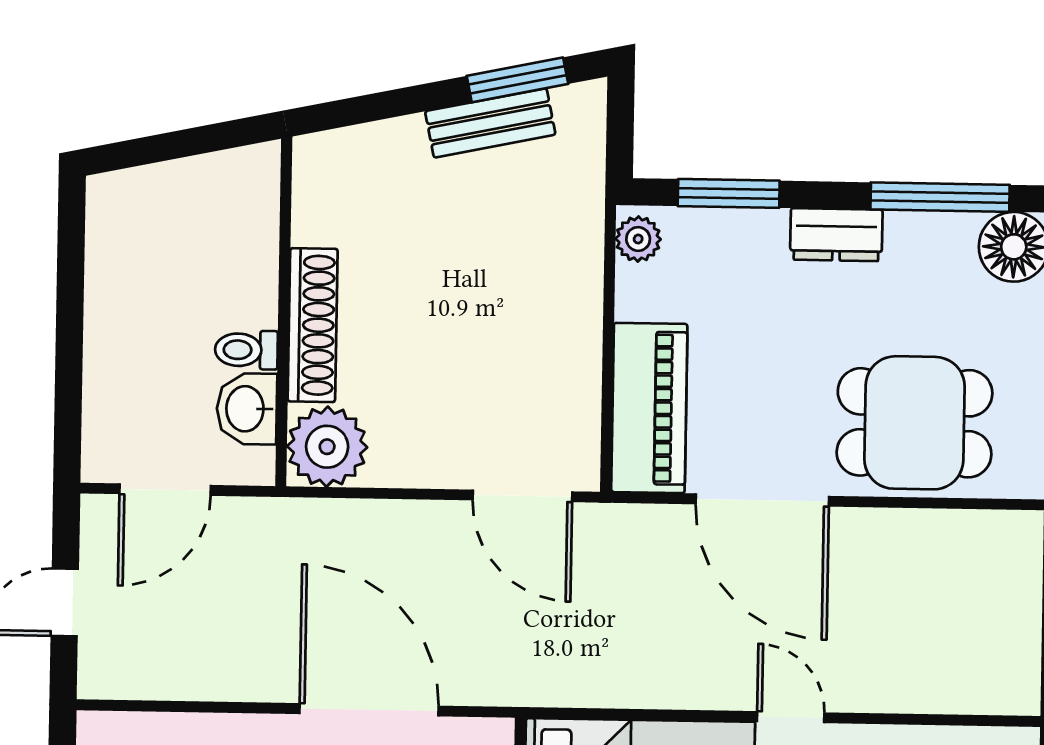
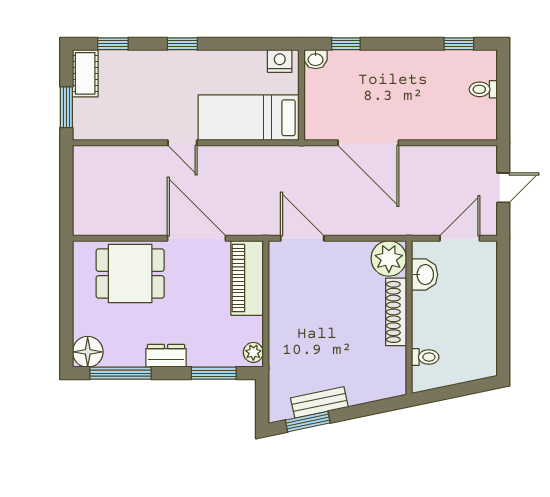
toilet: (246, 350) -> (425, 357), moved

